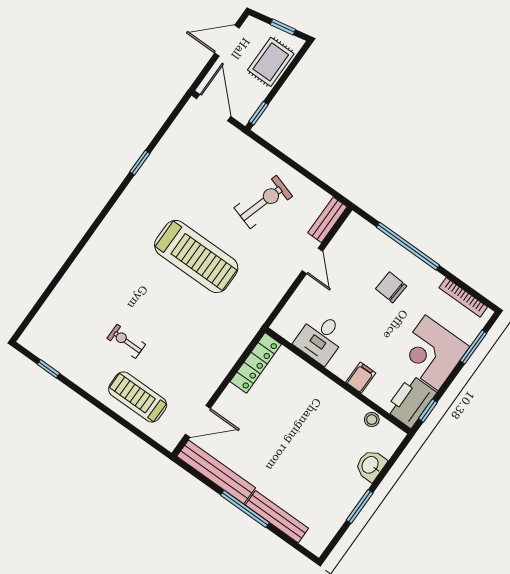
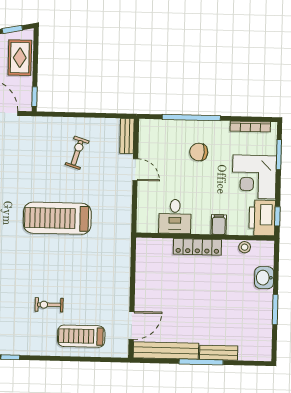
exercise bike: (263, 202) -> (77, 153), width x0.73, depth x0.72
treadmill: (196, 256) -> (57, 218), turned 180
locker: (256, 363) -> (197, 247), moved, turned 90
bench: (277, 517) -> (219, 353), width x0.73

